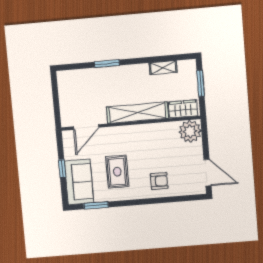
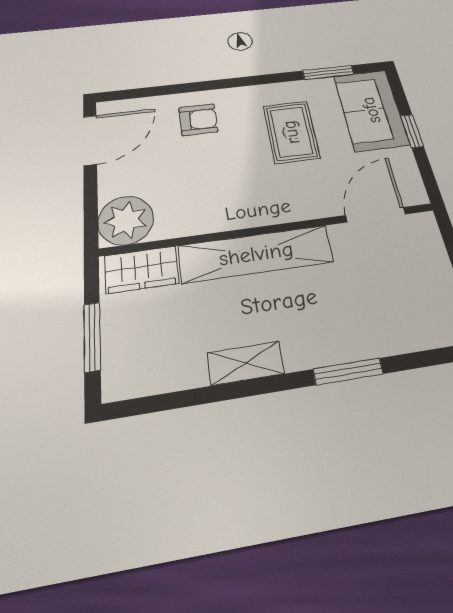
shelving: (163, 68) -> (245, 363), moved
door: (207, 173) -> (90, 140), swing flipped
armchair: (159, 181) -> (198, 120), turned 180

